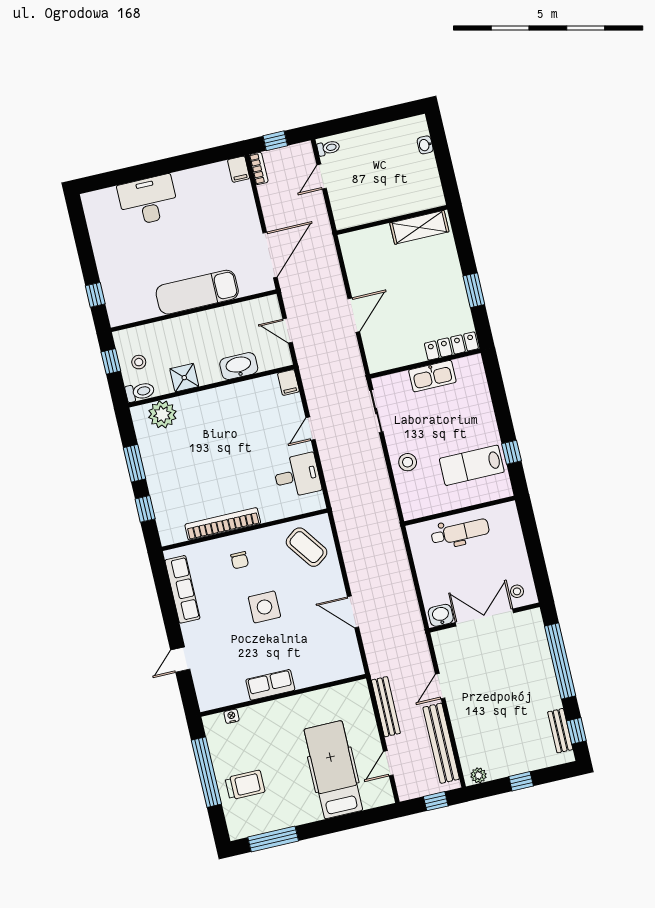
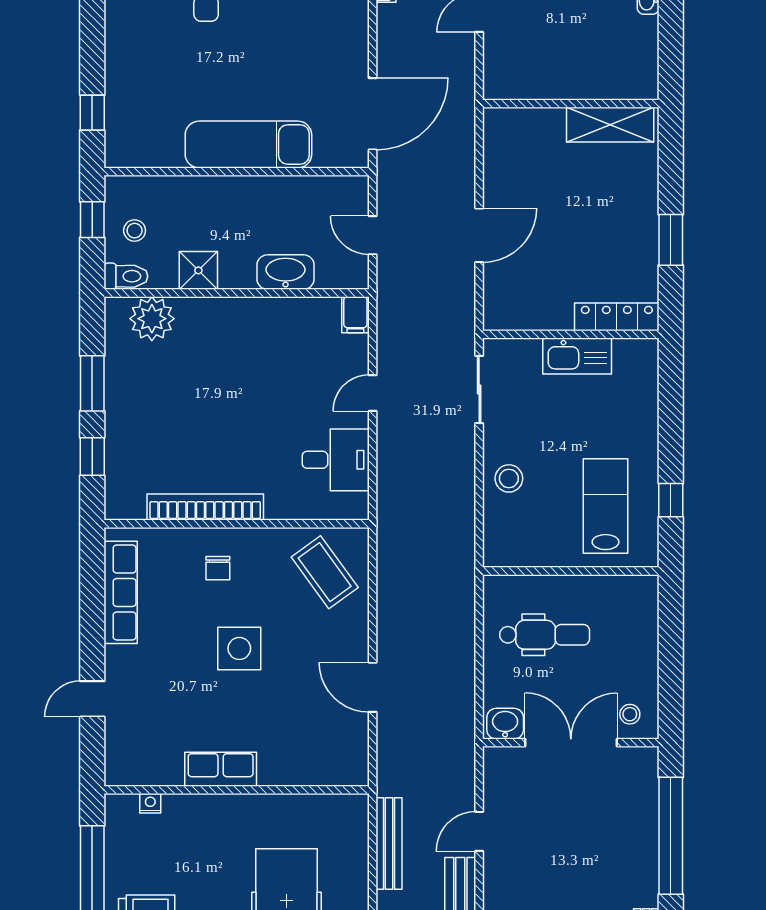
lab bench: (472, 465) -> (606, 506), turned 90
dental chair: (460, 532) -> (545, 635), moved

